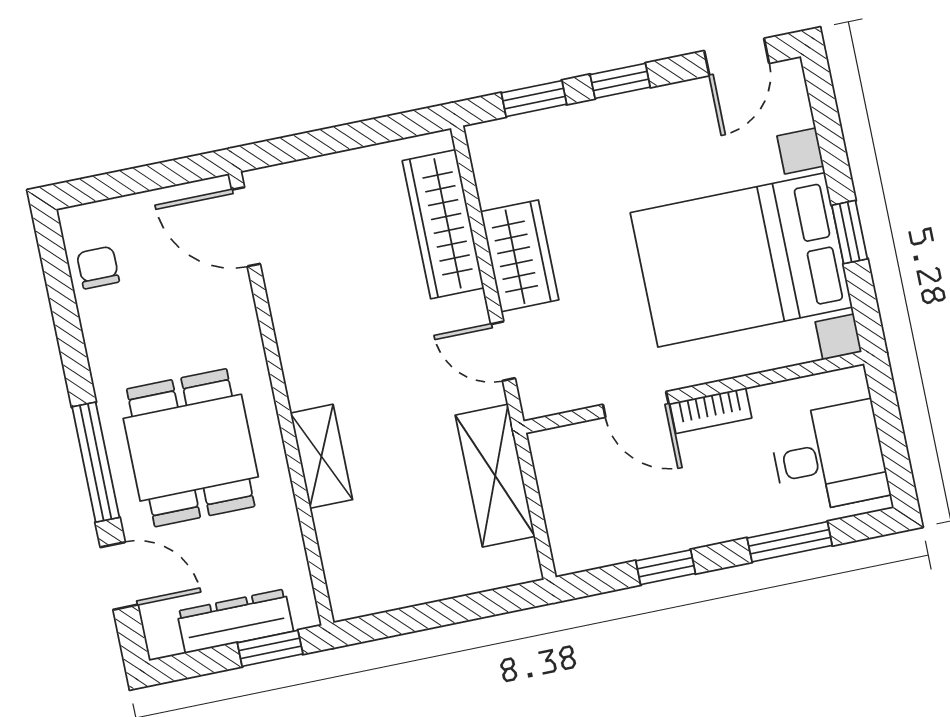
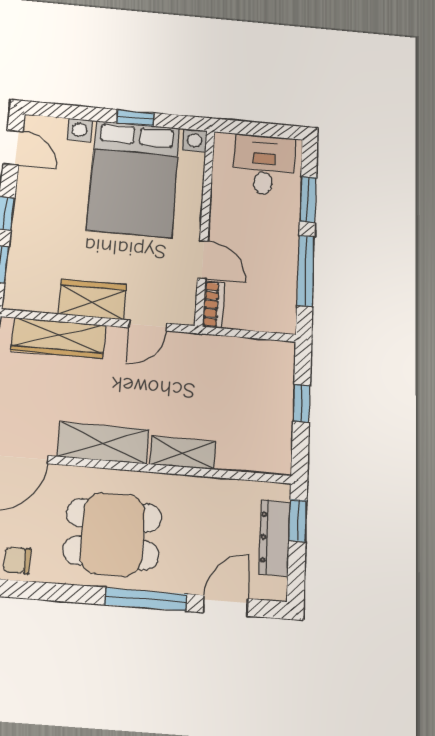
door: (636, 404) -> (203, 260), hinge flipped
bookcase: (711, 411) -> (213, 304), moved
dining table: (191, 448) -> (113, 534), moved
shelving: (495, 476) -> (103, 443), moved
window: (666, 567) -> (306, 271), width x2.17
window: (449, 612) -> (302, 403), added

